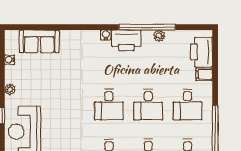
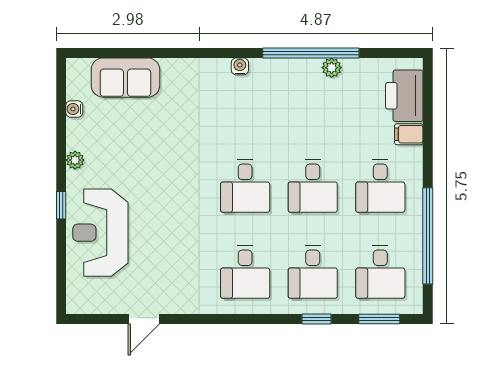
printer: (126, 40) -> (275, 76), removed

